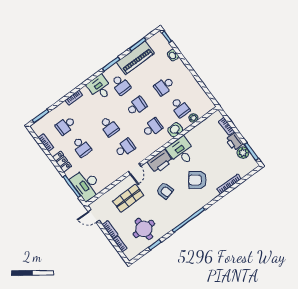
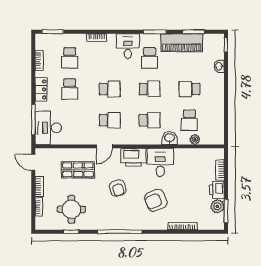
school desk: (66, 125) -> (70, 58), turned -90
school desk: (109, 127) -> (110, 89), turned -90
armchair: (197, 180) -> (156, 200), turned -58

